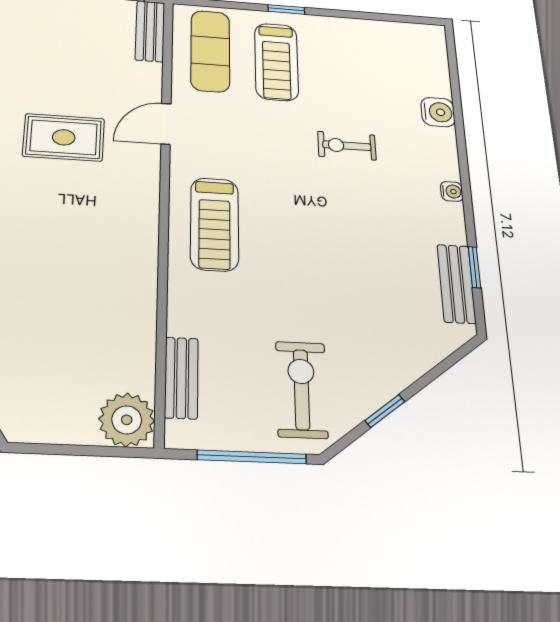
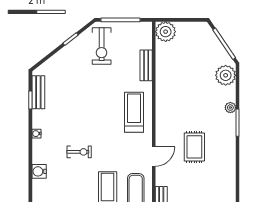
rug: (64, 137) -> (194, 147), turned 90
bench: (181, 378) -> (146, 65), moved

